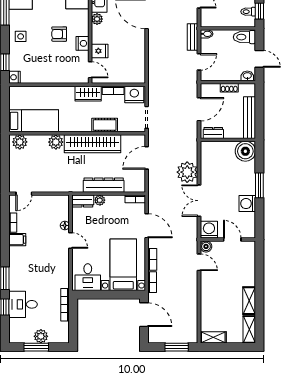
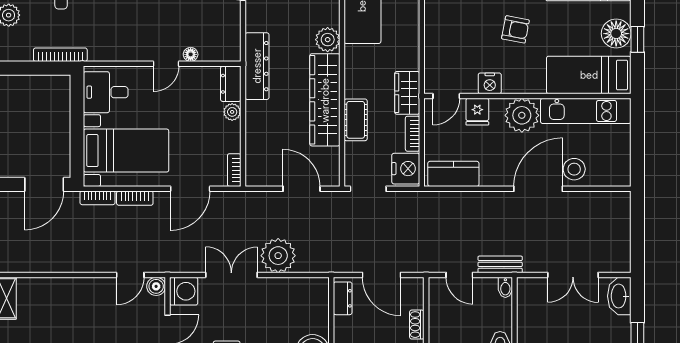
plant: (97, 19) -> (522, 115), width x1.88, depth x1.88
armchair: (59, 34) -> (515, 29), moved, turned 101
kitchen counter: (138, 65) -> (453, 174), added
dresser: (104, 185) -> (257, 66), moved

